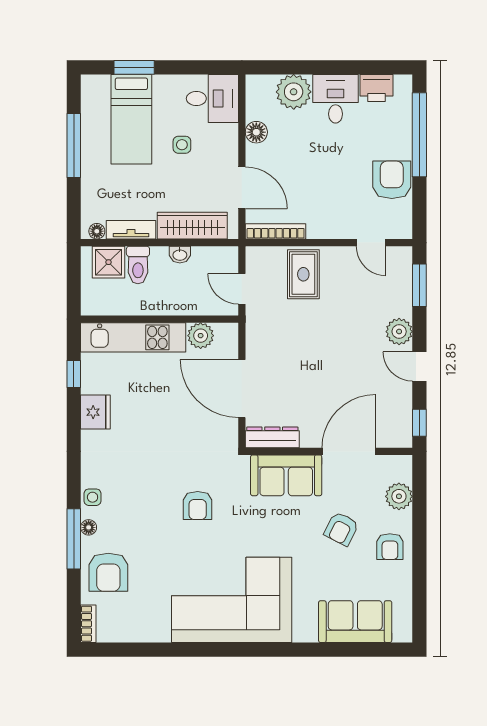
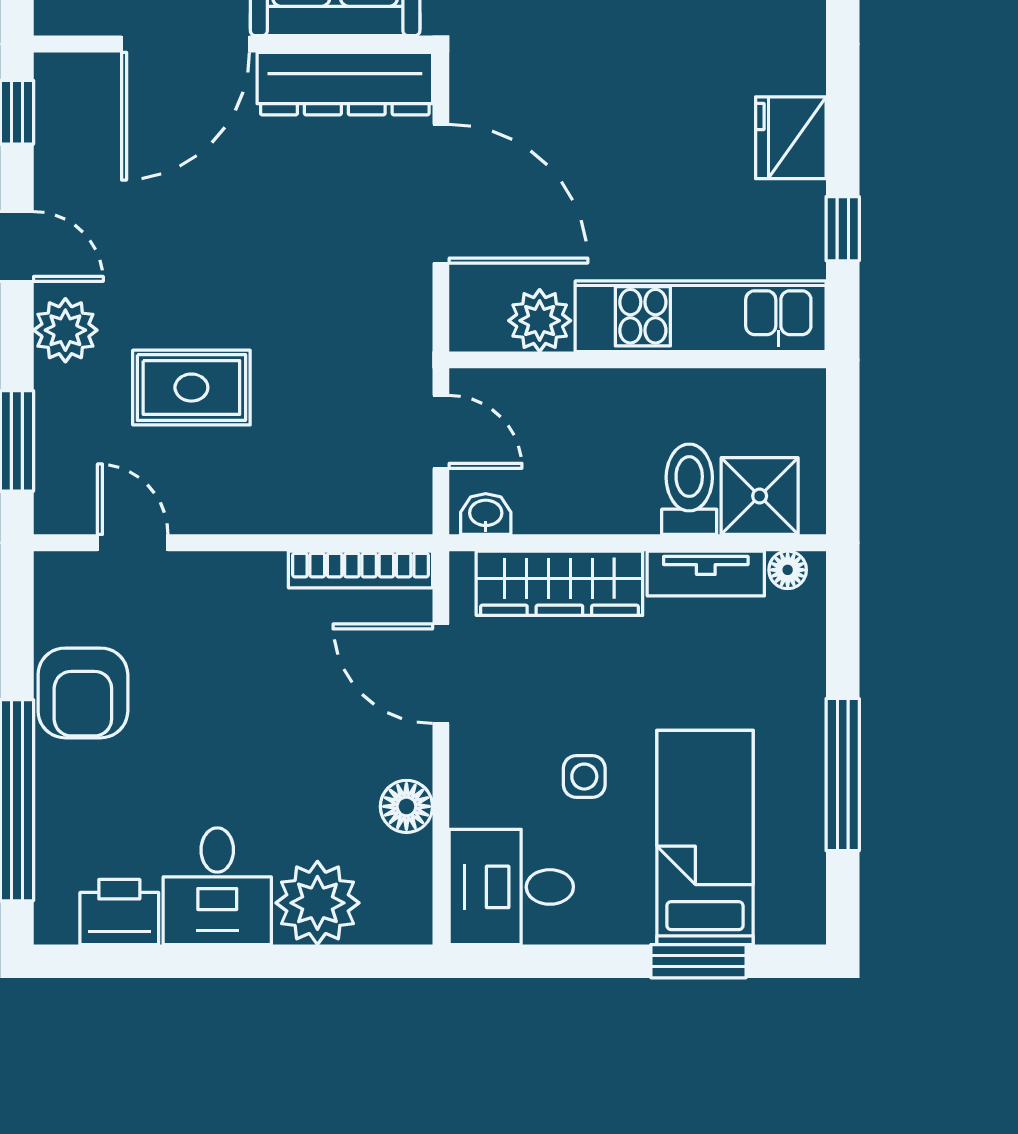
washbasin: (180, 255) -> (486, 514), moved
rug: (303, 274) -> (191, 388), moved, turned 90
dresser: (272, 437) -> (345, 84), width x1.37, depth x1.24

